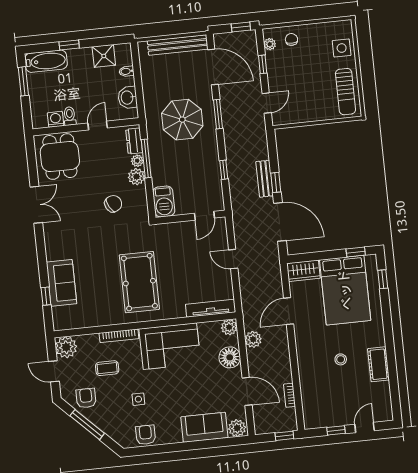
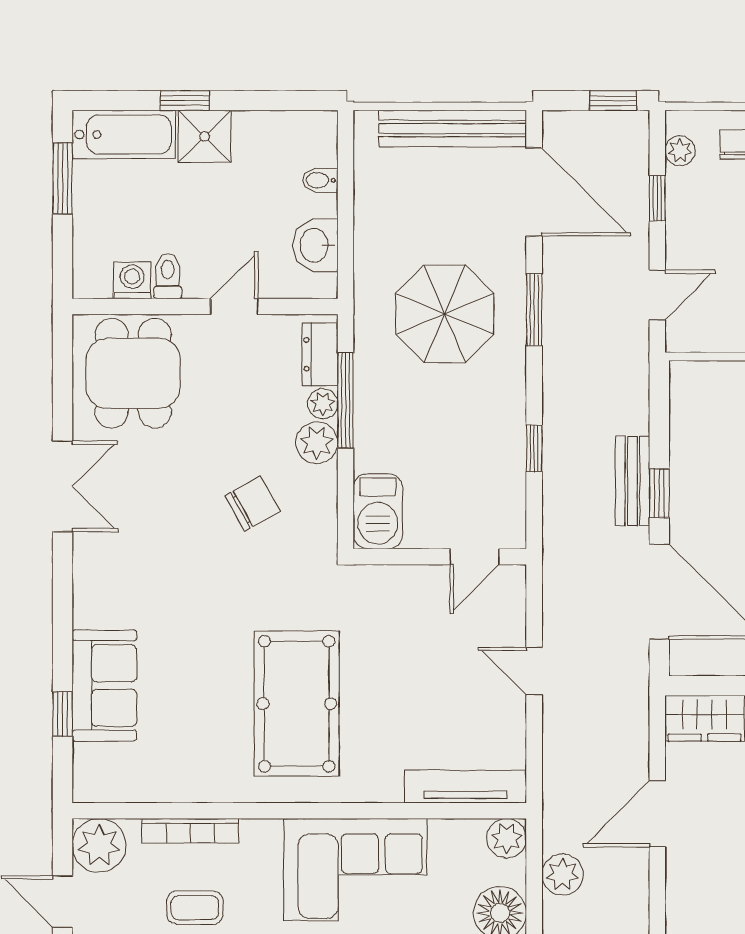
shower: (104, 56) -> (205, 136), moved
bookcase: (119, 336) -> (190, 831), moved

